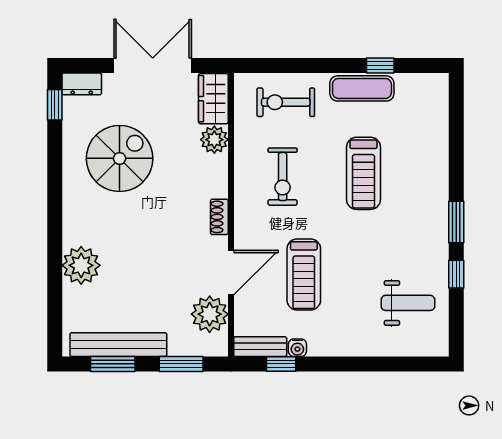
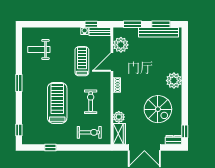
exercise mat: (362, 88) -> (58, 138), removed
spiral stairs: (120, 158) -> (158, 109), turned -90
treadmill: (364, 173) -> (57, 103), width x1.37, depth x1.38
plant: (81, 265) -> (174, 81), moved
window: (456, 274) -> (19, 130), moved

